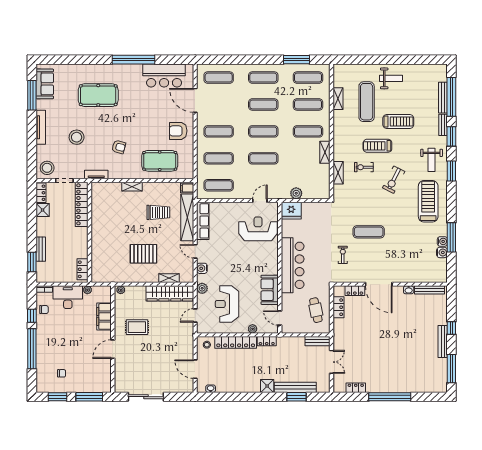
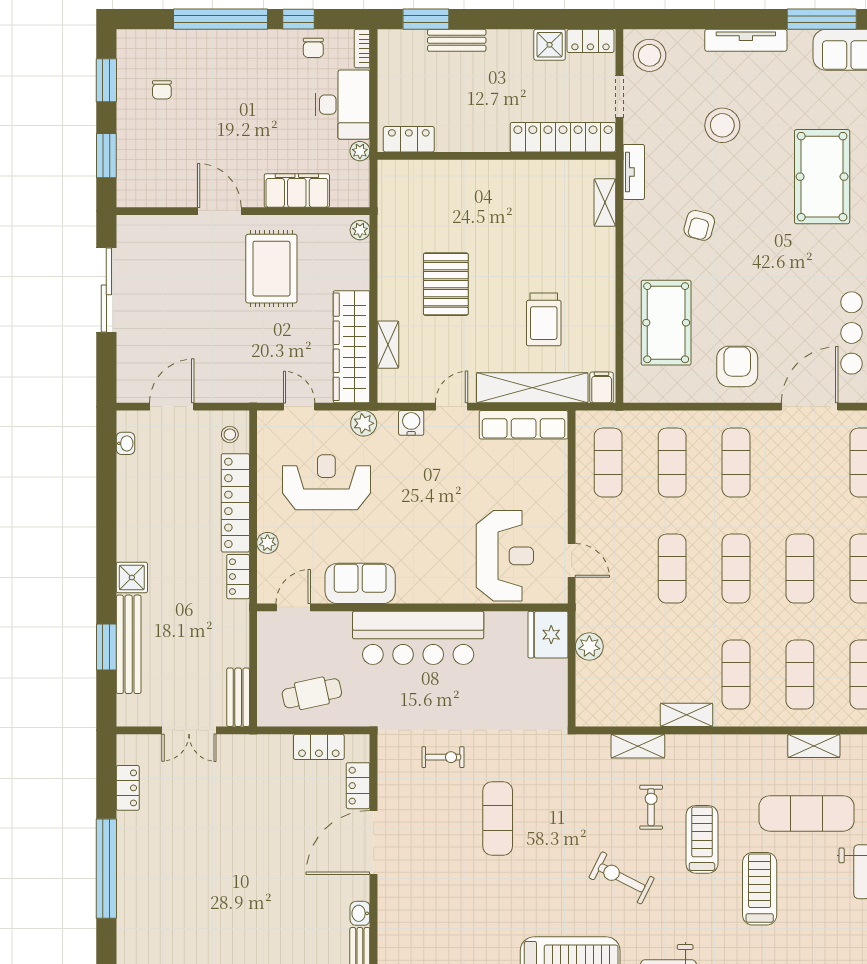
treadmill: (398, 121) -> (760, 889), turned 180
shelving: (132, 187) -> (605, 203), moved
rug: (137, 327) -> (271, 269), width x1.36, depth x1.43
window: (89, 397) -> (106, 156), width x0.69

